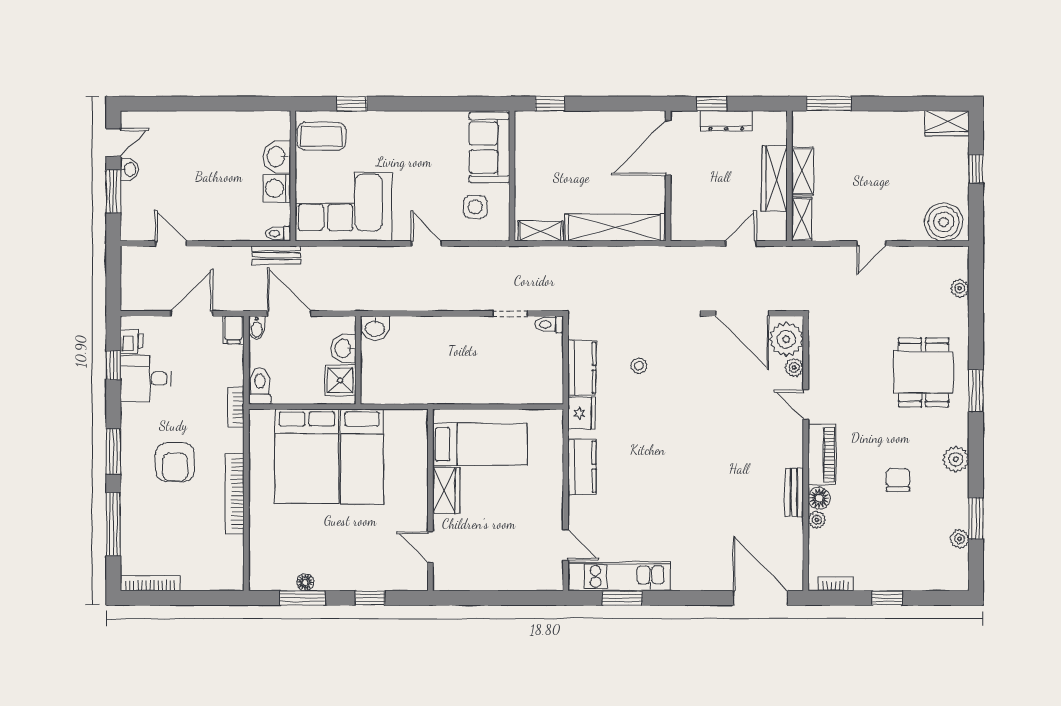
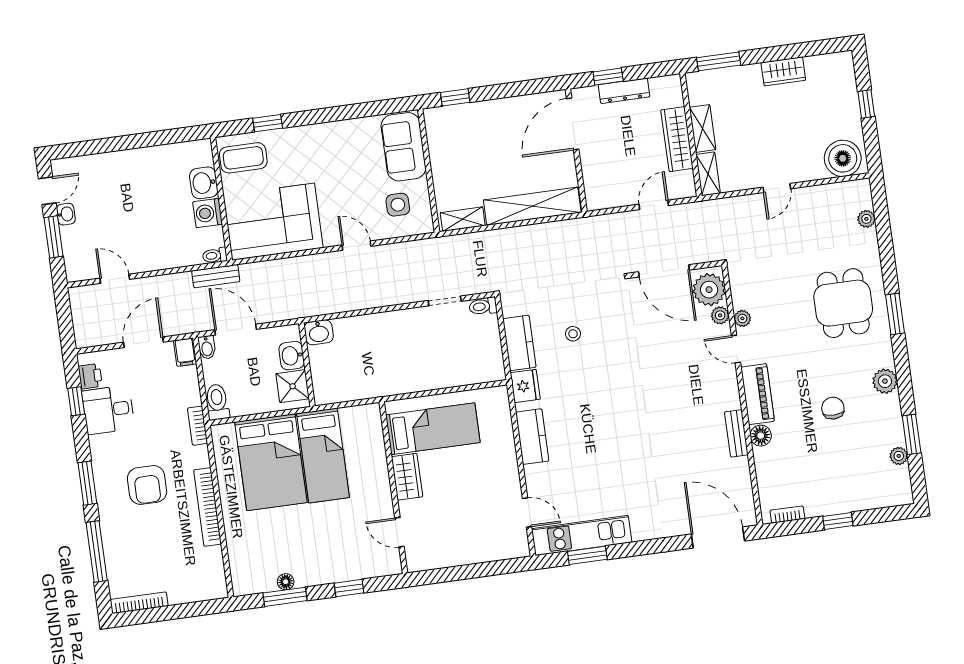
wardrobe: (947, 123) -> (783, 71), moved
plant: (817, 520) -> (742, 318), moved

